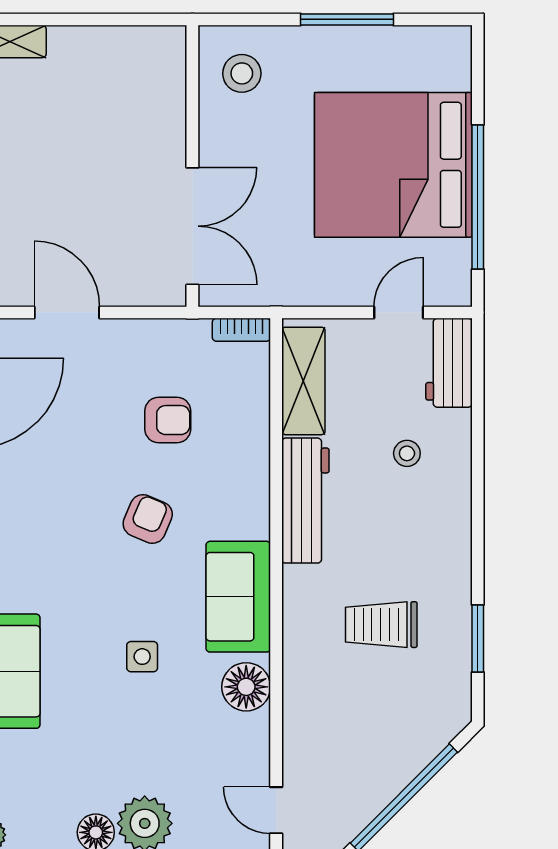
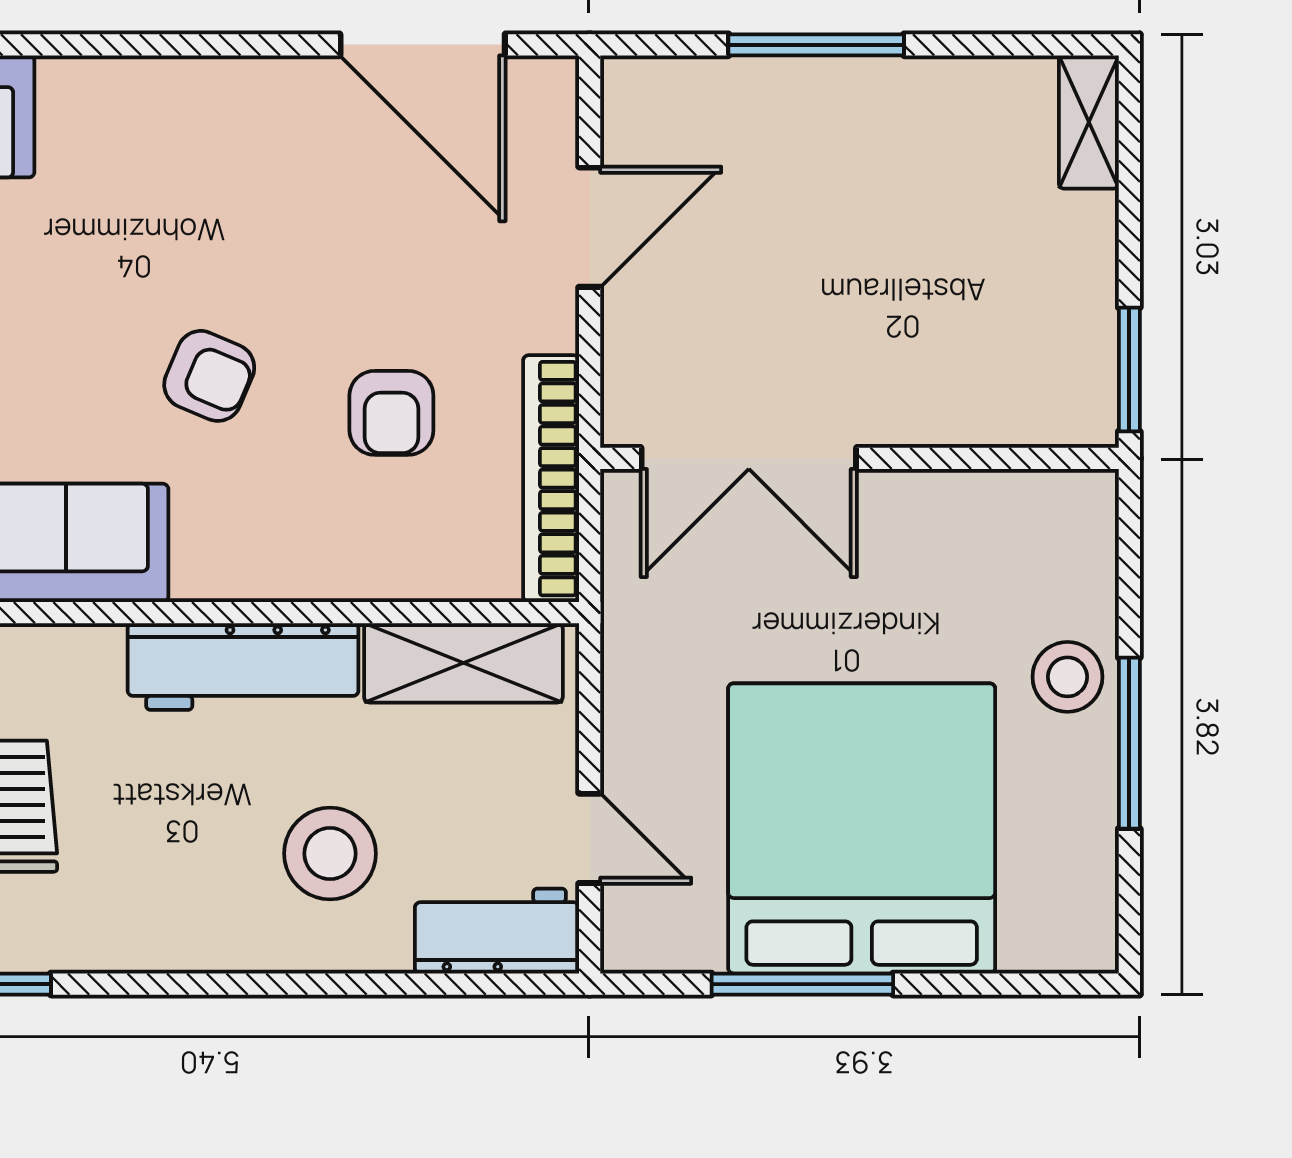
window: (144, 19) -> (1129, 369), added
stool: (242, 73) -> (1067, 677), moved
window: (478, 197) -> (802, 984), width x0.68
bookcase: (241, 330) -> (551, 479), width x2.31, depth x1.31
stool: (407, 453) -> (330, 854), width x1.89, depth x1.89

